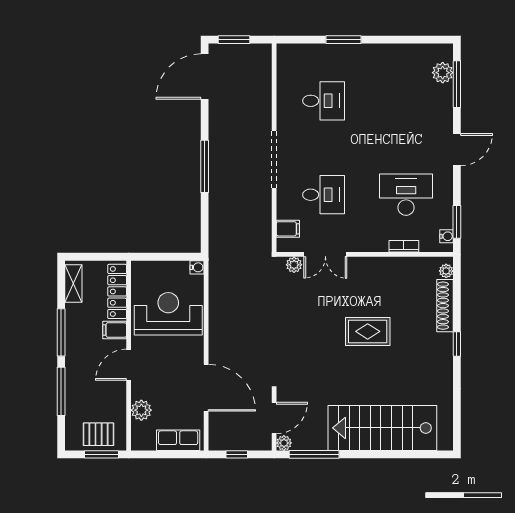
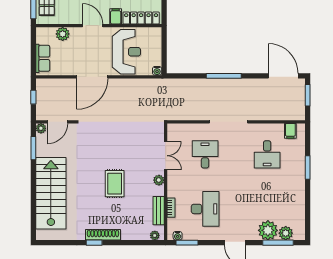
plant: (438, 100) -> (268, 230), added
desk: (324, 195) -> (205, 154), turned 180
filing cabinet: (288, 229) -> (290, 131), moved
double door: (325, 254) -> (166, 156), swing flipped
plant: (294, 265) -> (159, 180), moved
bench: (409, 265) -> (159, 211), added
shoe rack: (445, 306) -> (103, 235), moved
window: (457, 344) -> (94, 243), moved
door: (206, 388) -> (92, 77), moved
door: (274, 418) -> (57, 122), hinge flipped
window: (314, 454) -> (33, 148), width x0.69

